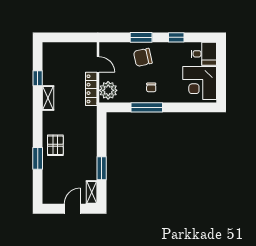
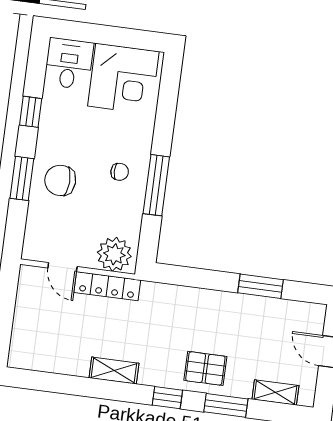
chair: (143, 57) -> (60, 180), turned 104
door: (98, 64) -> (62, 267), swing flipped
window: (38, 78) -> (167, 398), moved
shelving: (92, 192) -> (275, 392), moved

